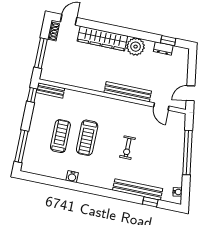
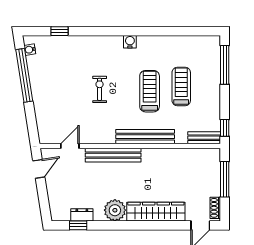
door: (161, 107) -> (70, 146), hinge flipped
treadmill: (60, 136) -> (181, 86), turned 180
window: (187, 153) -> (24, 75), moved
water cooler: (72, 177) -> (130, 42), moved
bench: (138, 189) -> (145, 137), moved

